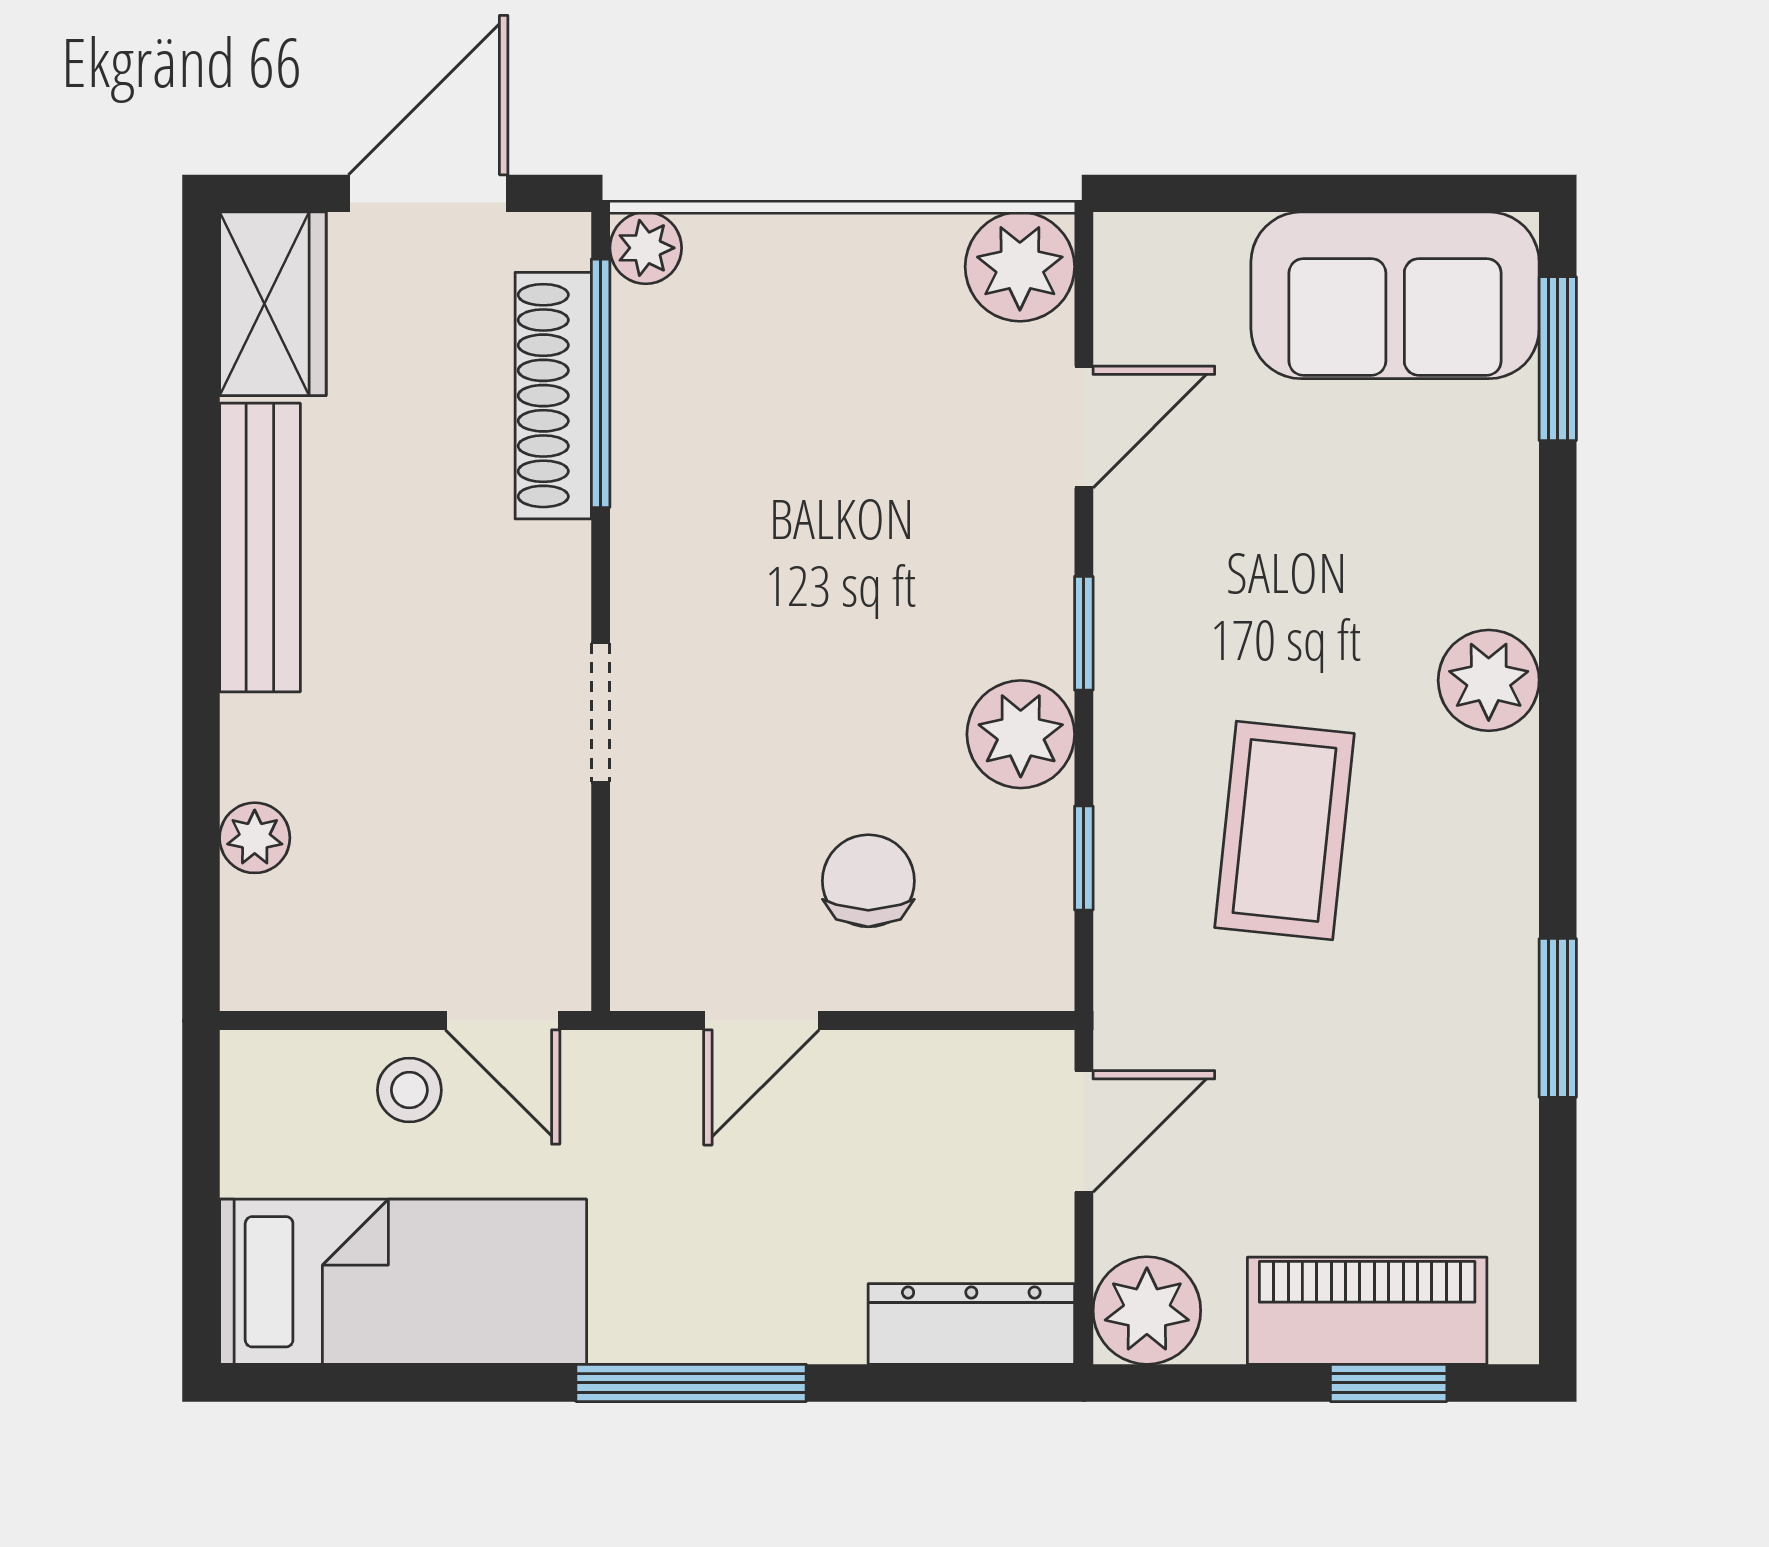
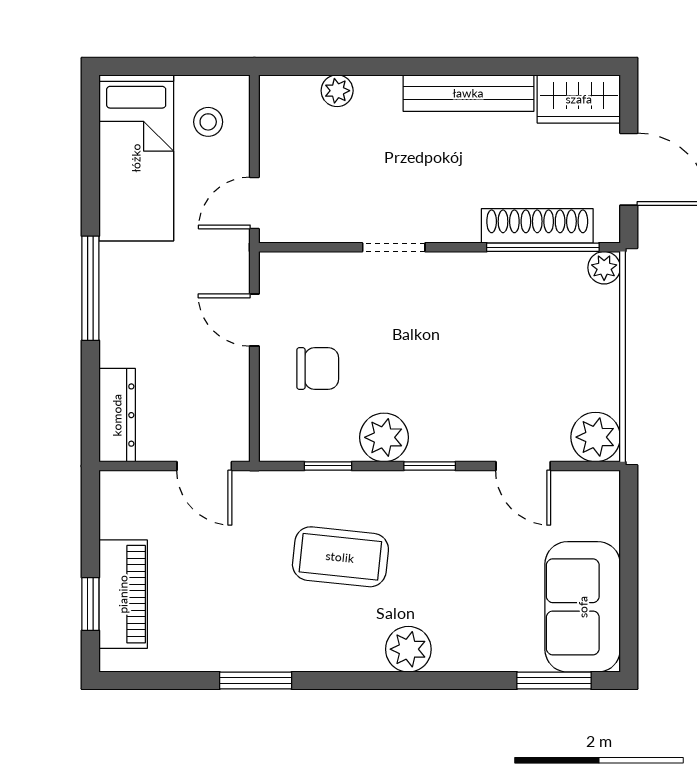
stool: (409, 1090) -> (208, 122), moved
plant: (1147, 1311) -> (123, 495), removed

